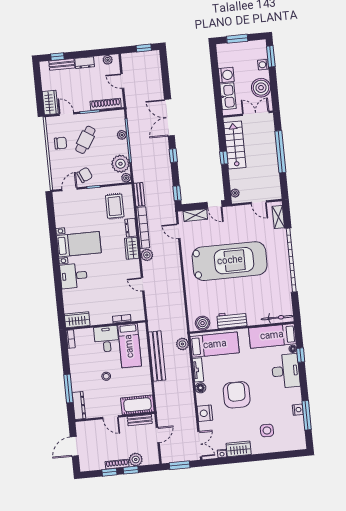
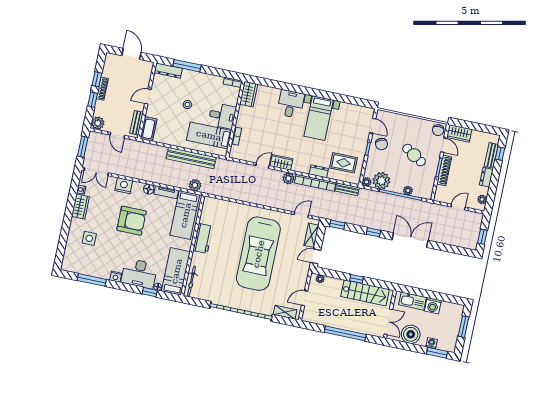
shoe rack: (106, 104) -> (444, 170), moved
door: (67, 114) -> (444, 145), hinge flipped
chair: (61, 143) -> (438, 130), moved
wardrobe: (132, 248) -> (281, 162), moved
boiler: (203, 323) -> (208, 210), removed
cot: (137, 405) -> (149, 129), width x0.73, depth x0.75
nightstand: (298, 410) -> (116, 277), moved
plant: (136, 459) -> (98, 123), moved

